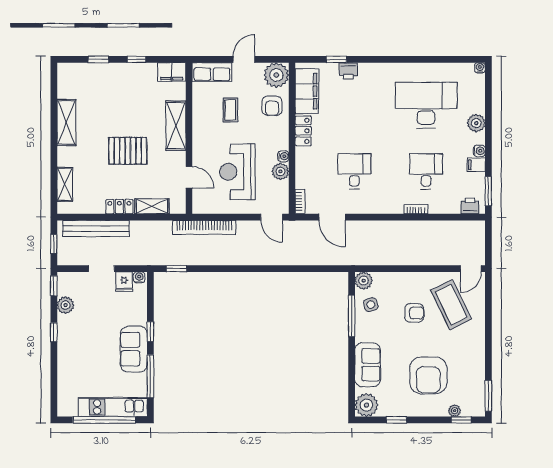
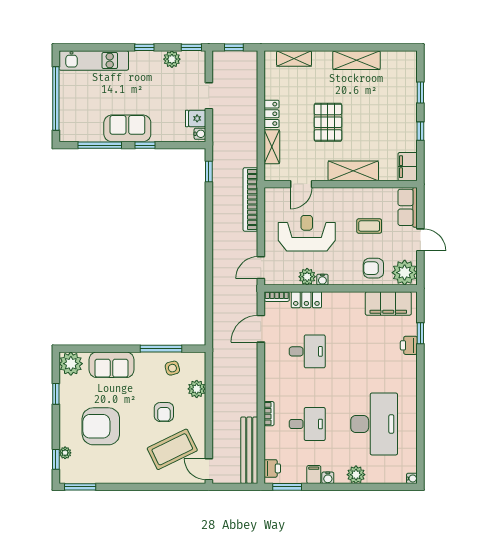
locker: (303, 131) -> (306, 300), moved
bench: (96, 229) -> (249, 450), moved
plant: (364, 281) -> (197, 389), moved
kitchen unit: (113, 407) -> (94, 61), moved, turned 90

